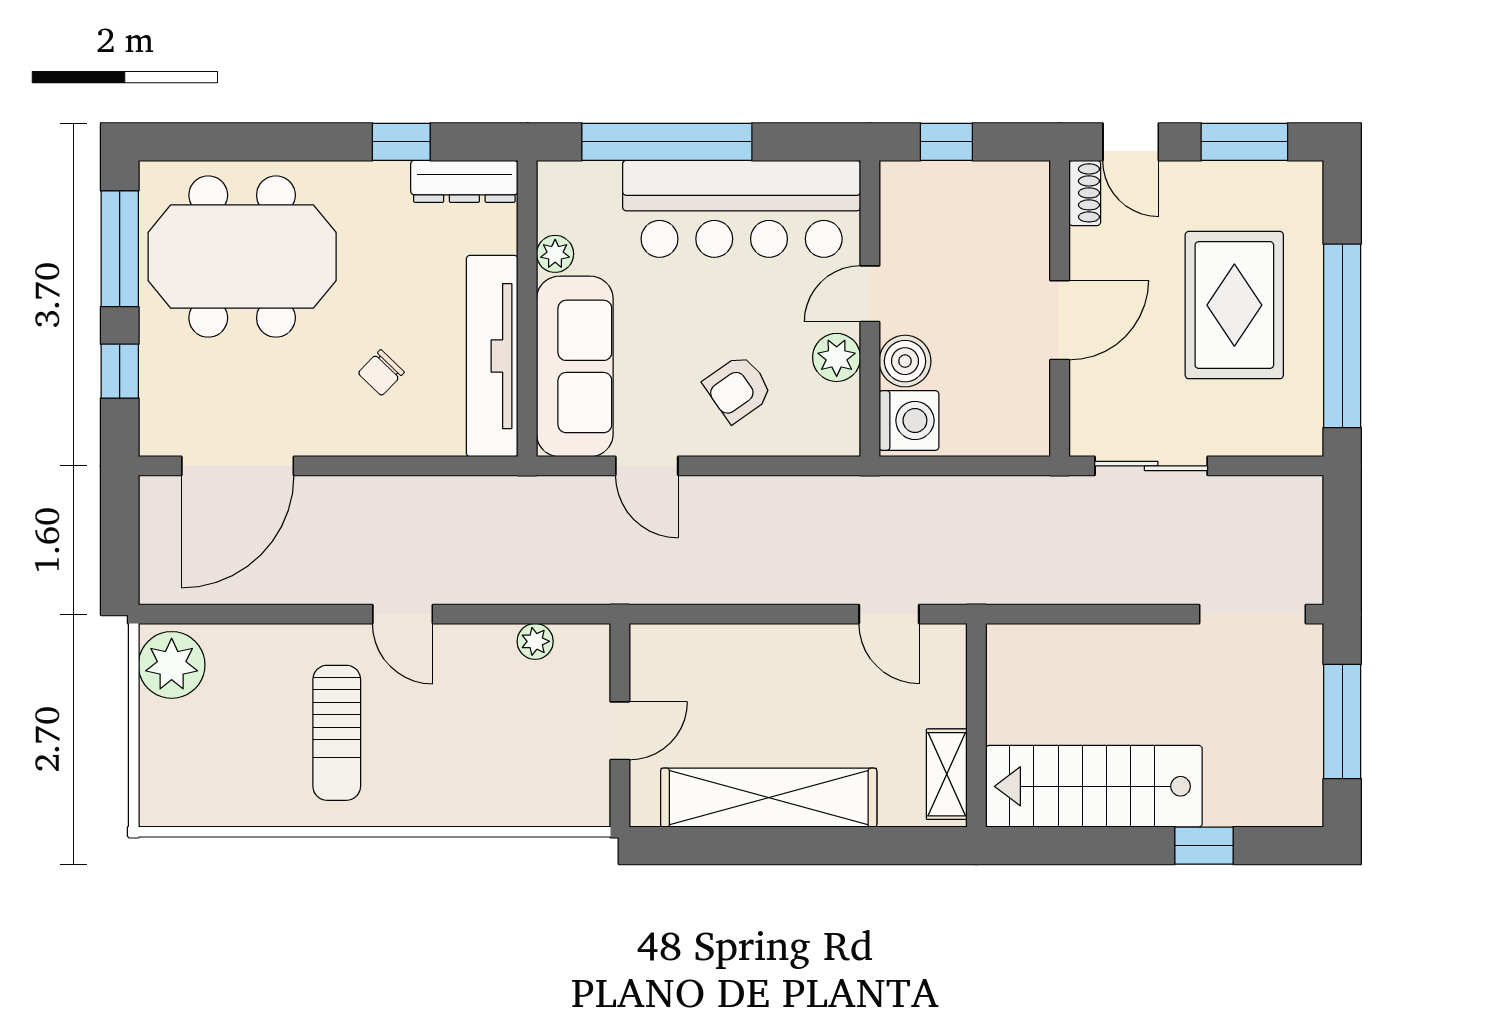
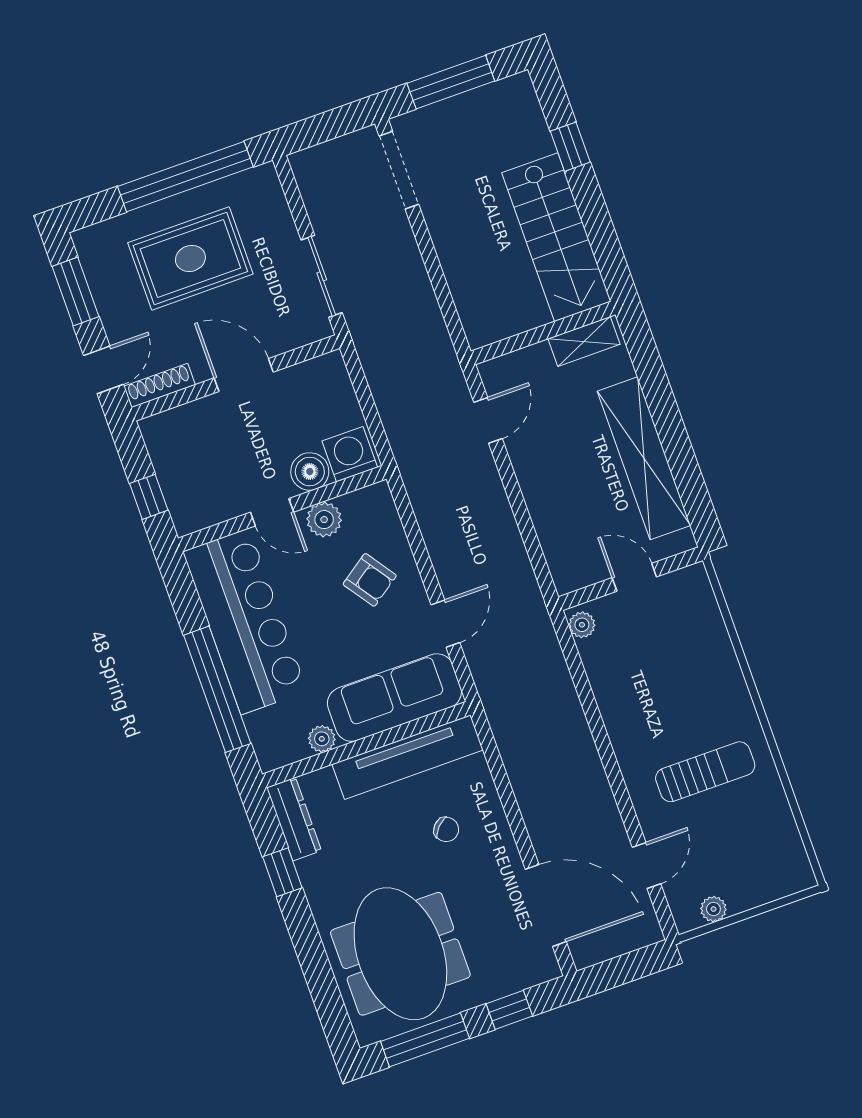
shoe rack: (1085, 193) -> (160, 385), width x1.43
door: (403, 614) -> (646, 865), moved
plant: (535, 641) -> (582, 625), moved
plant: (172, 665) -> (713, 909), width x0.53, depth x0.53

